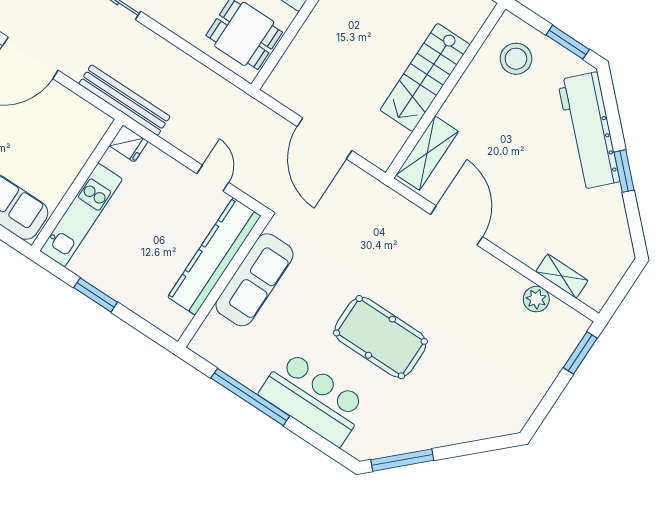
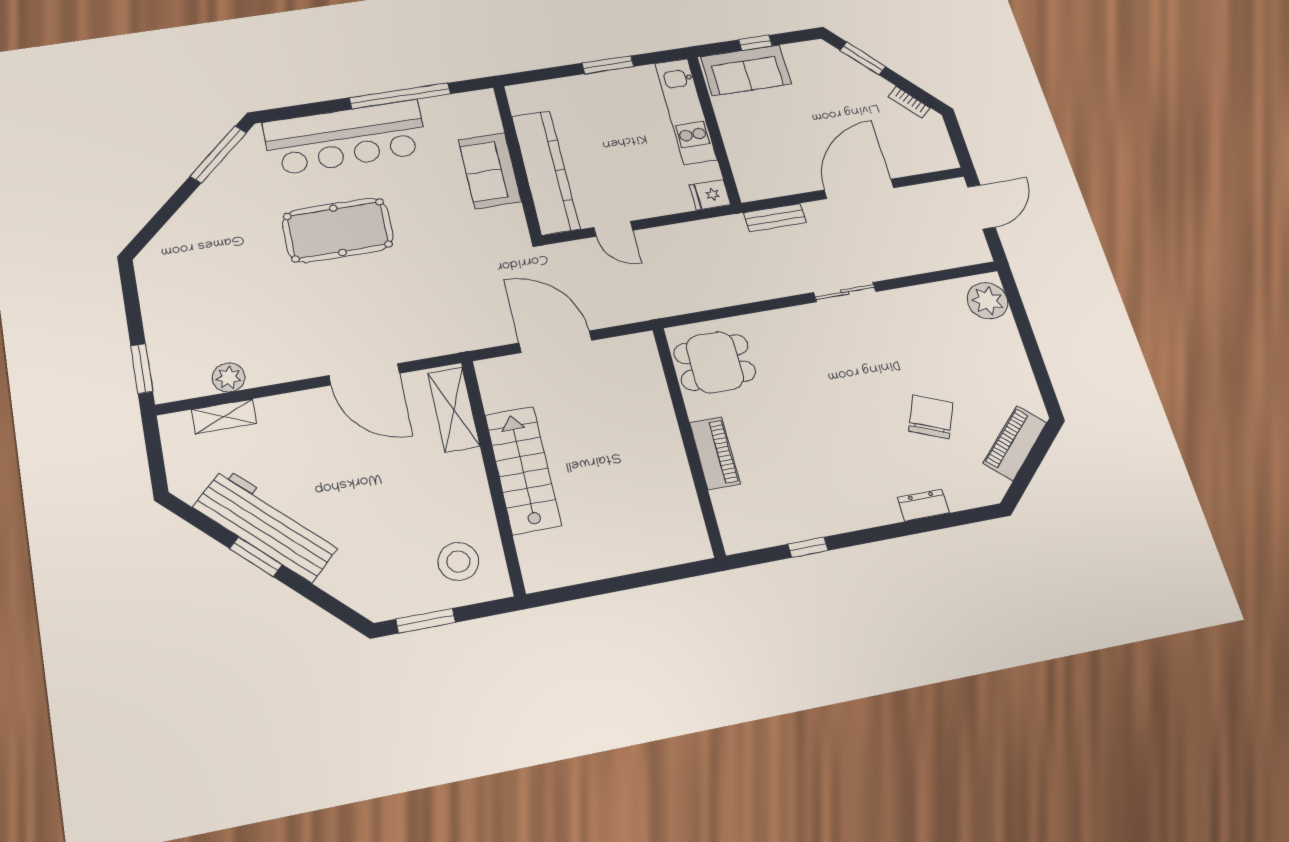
bench: (124, 100) -> (775, 218), width x0.54, depth x0.82
workbench: (589, 131) -> (267, 525), moved
sofa: (254, 280) -> (490, 171), width x0.73
bar counter: (313, 399) -> (345, 137), width x1.36

